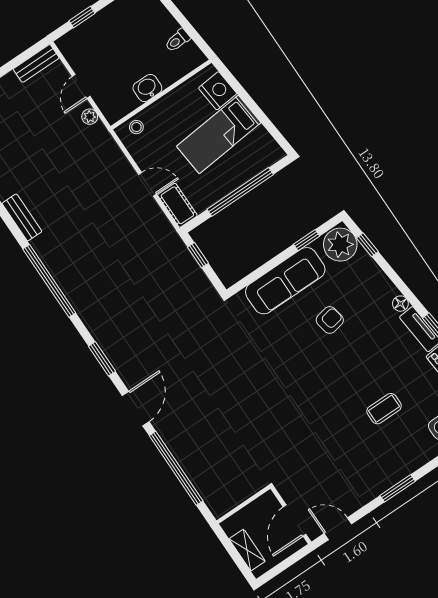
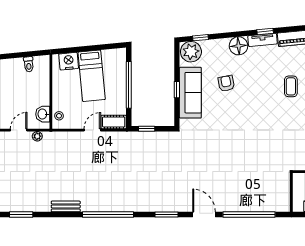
door: (81, 86) -> (19, 130), swing flipped
washbasin: (147, 88) -> (43, 114), moved
window: (307, 240) -> (177, 90), moved
floor lamp: (400, 304) -> (239, 46), width x1.89, depth x1.89

